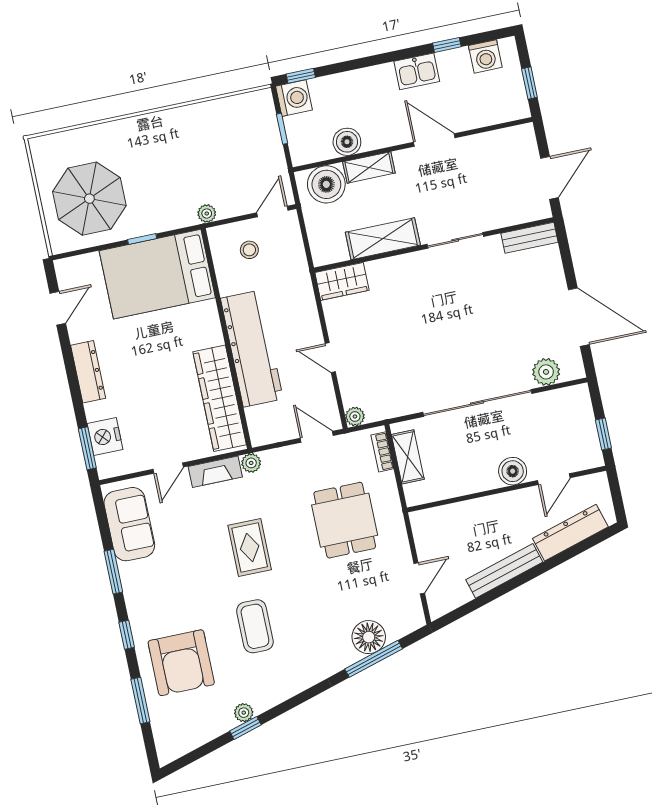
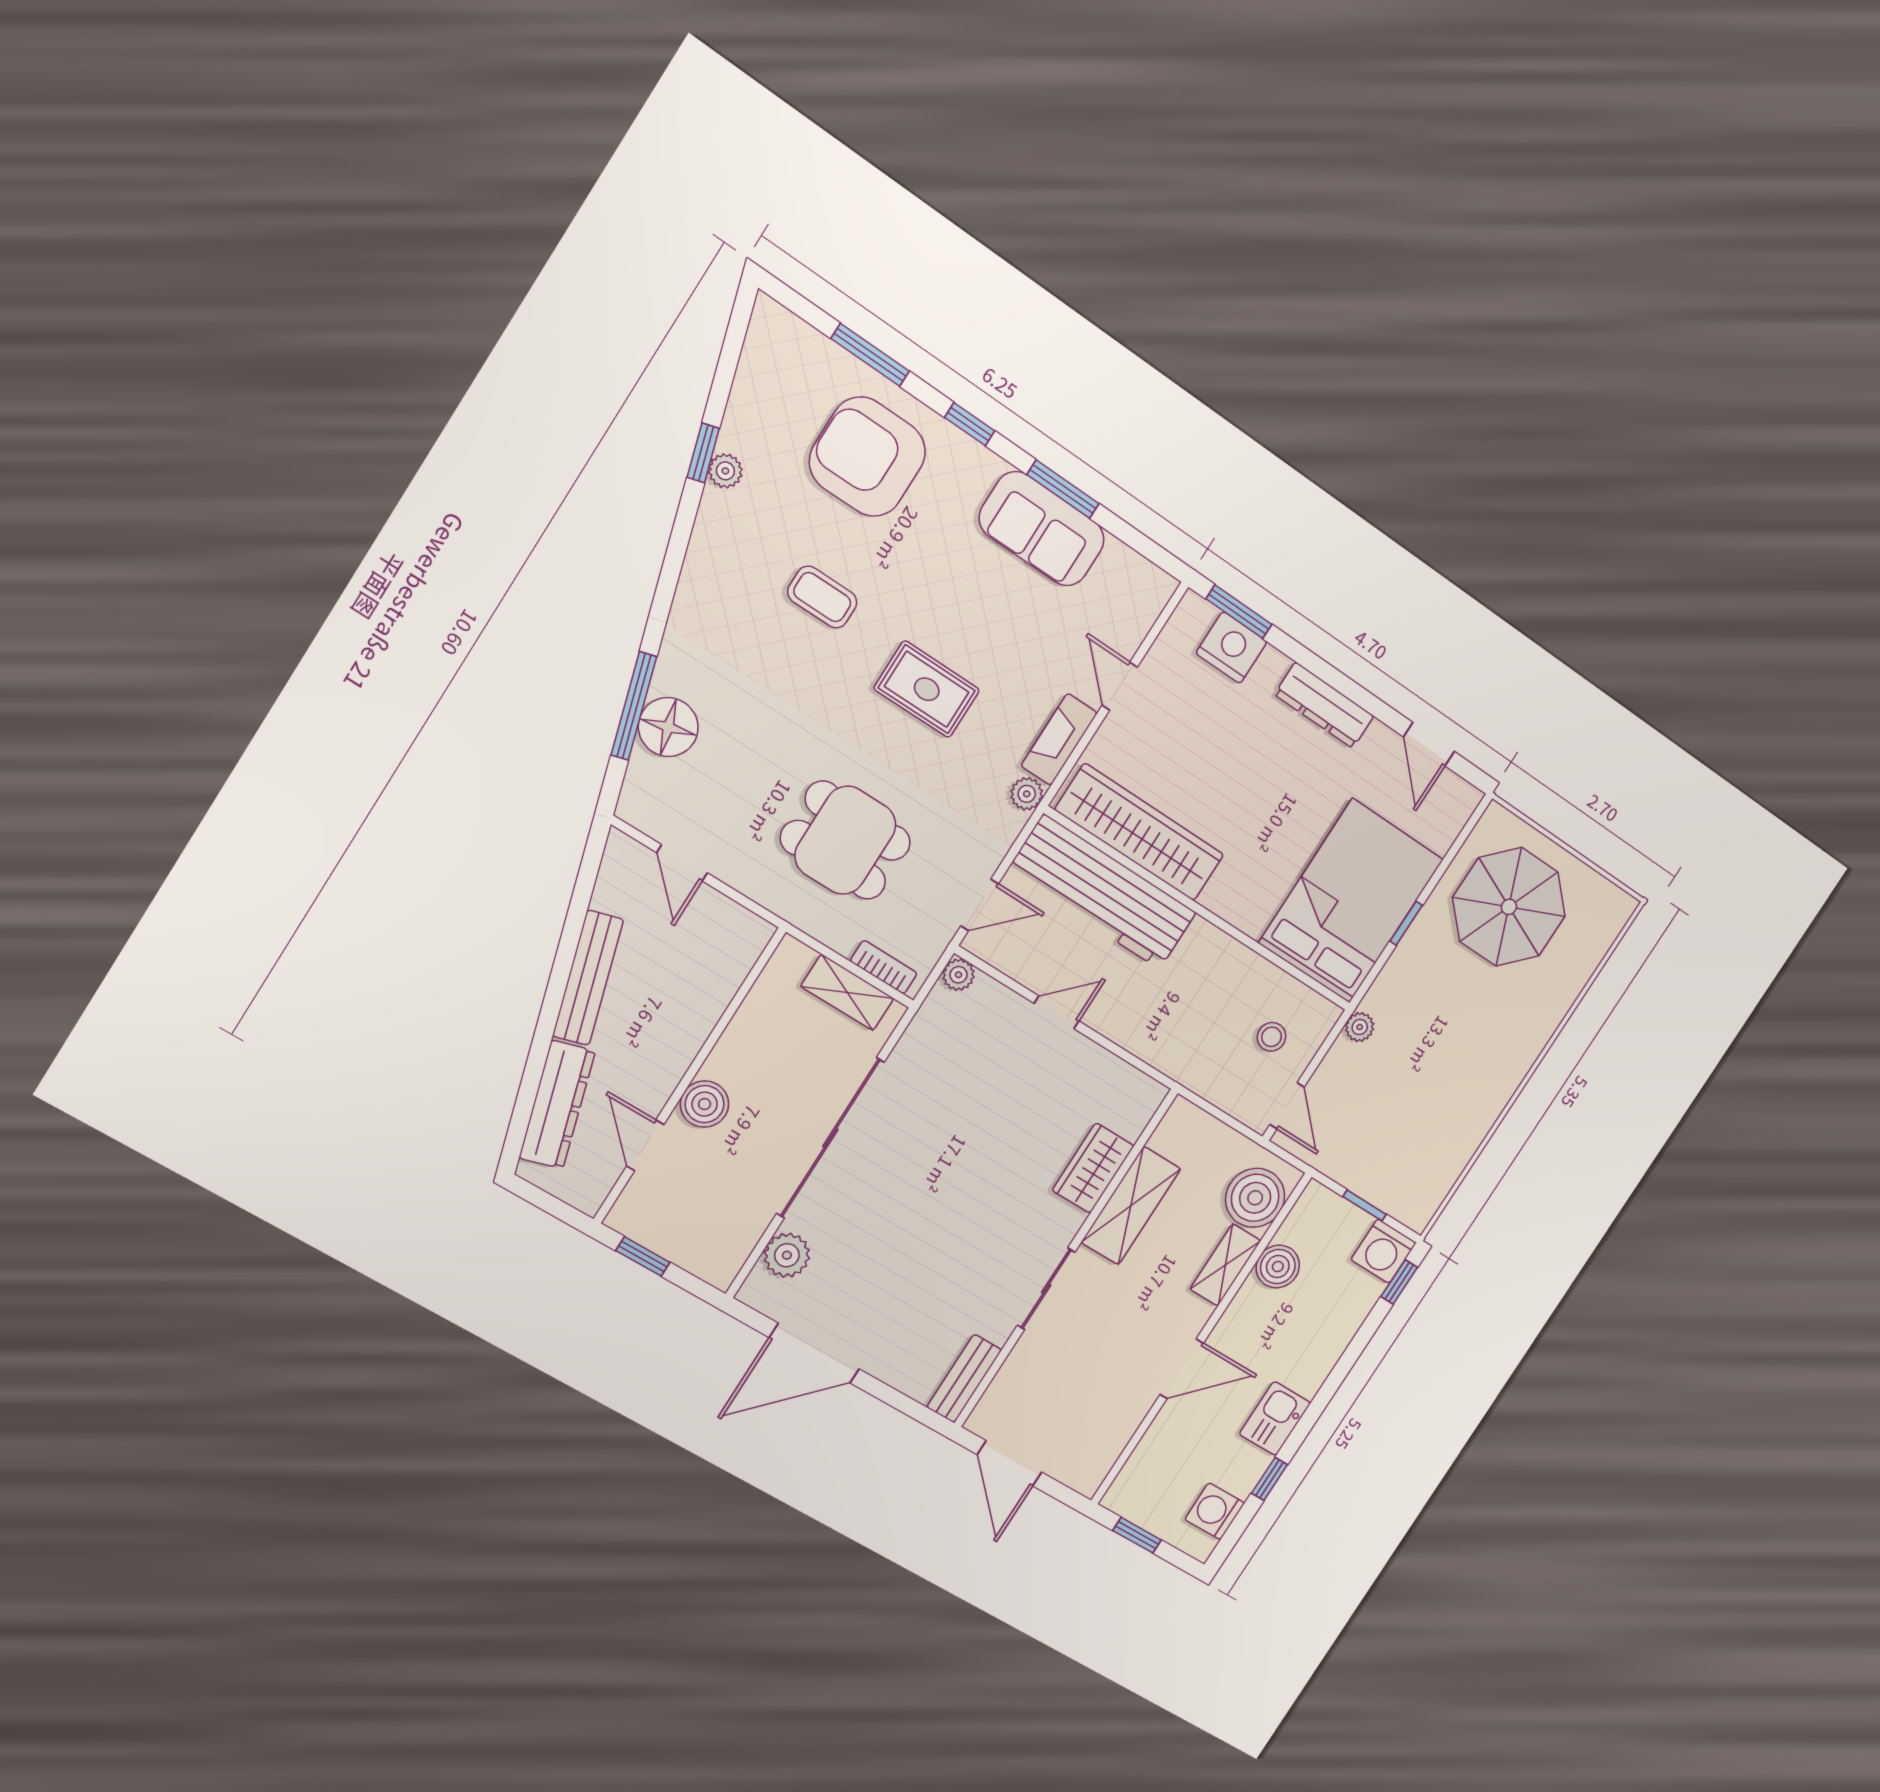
wardrobe: (342, 281) -> (1093, 1168), moved
workbench: (252, 349) -> (1102, 892), moved
sofa: (129, 524) -> (1042, 529), moved
coffee table: (255, 626) -> (822, 597), width x0.73, depth x0.77

